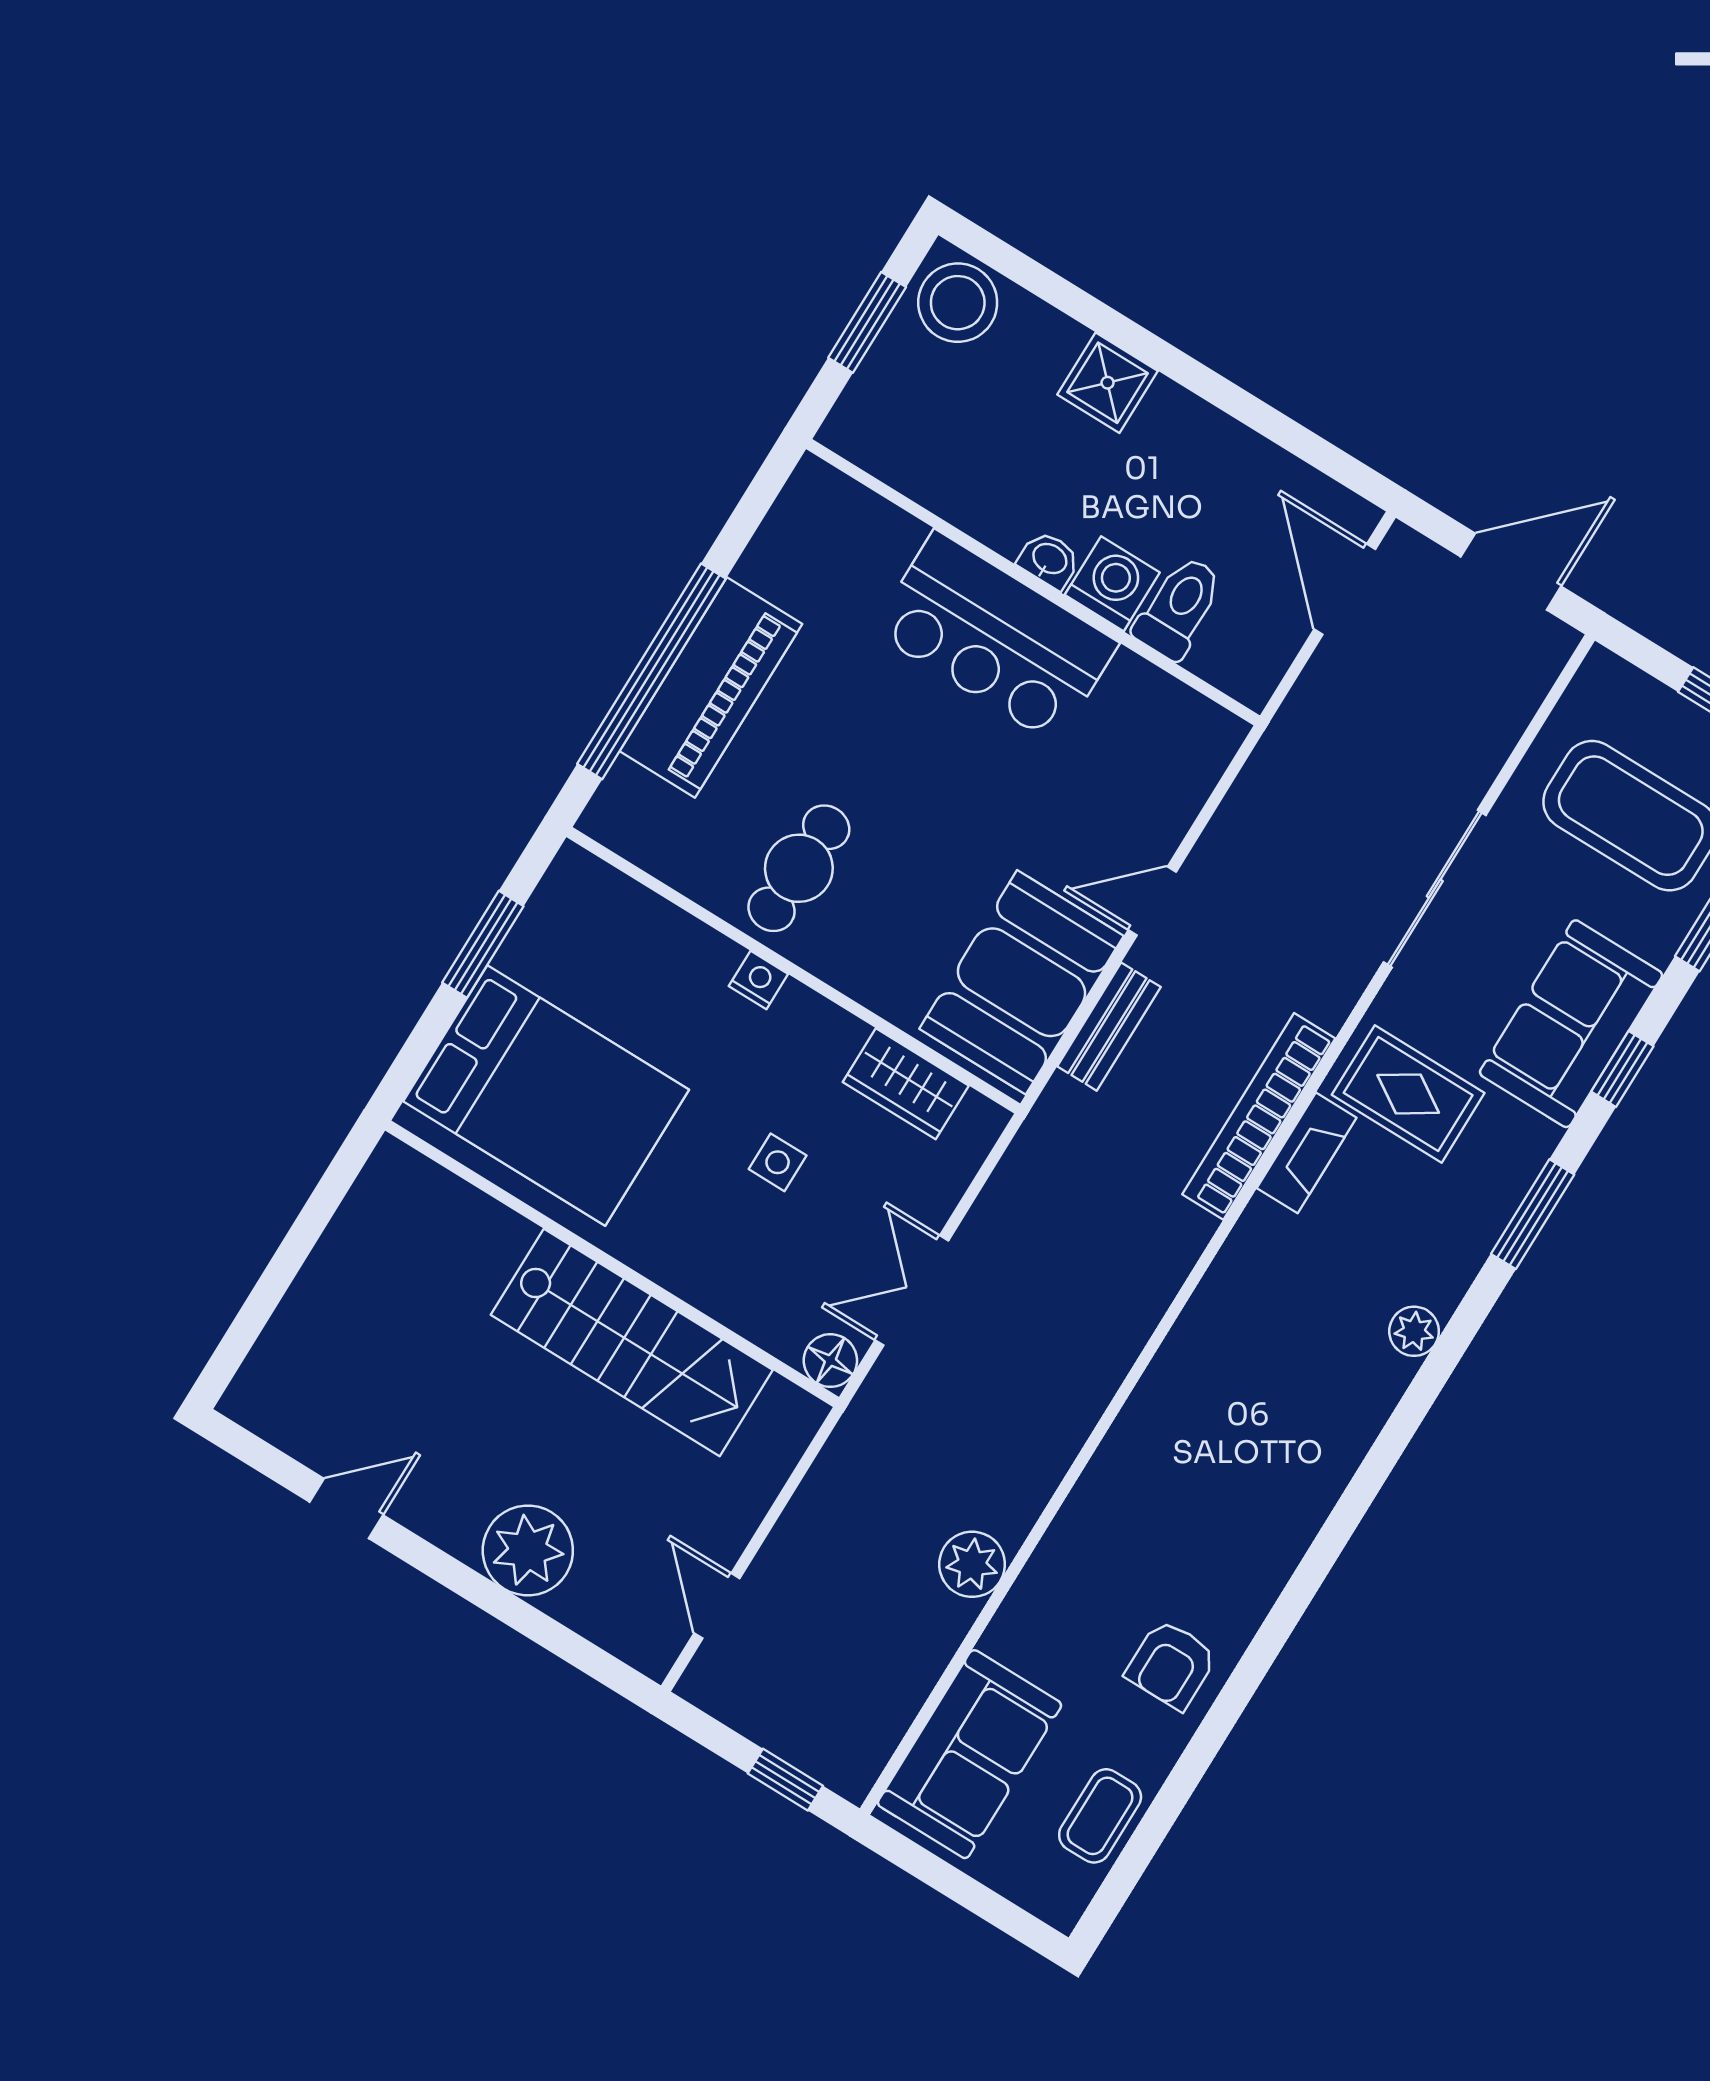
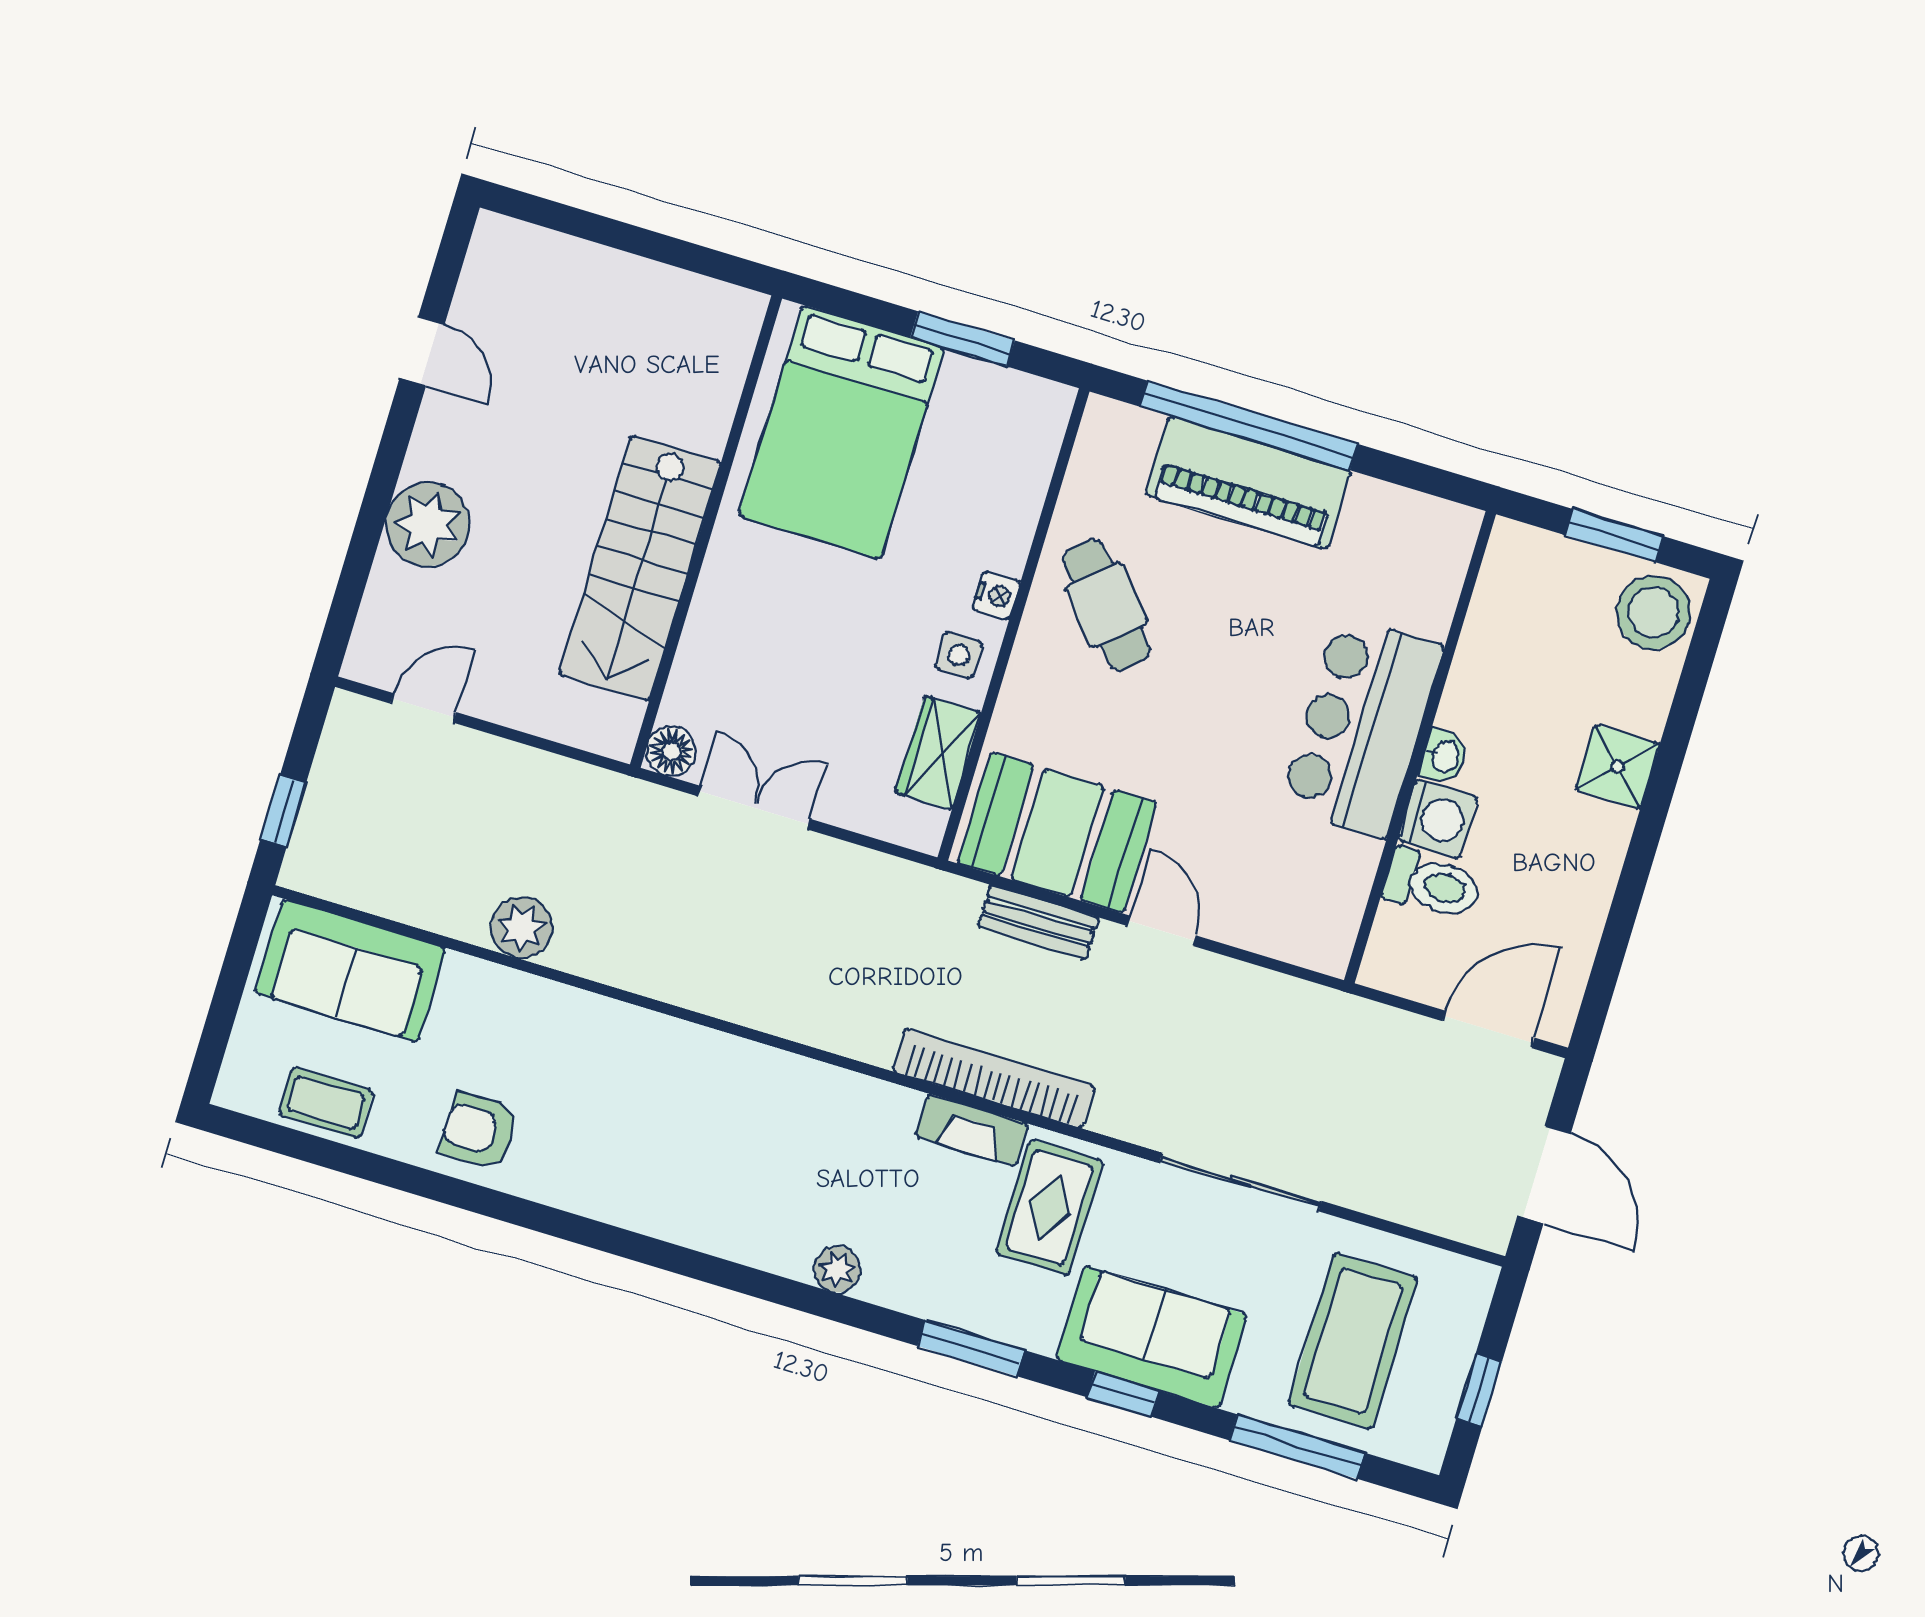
cafe table: (799, 868) -> (1107, 605), turned 47
side table: (778, 1162) -> (959, 655), moved

